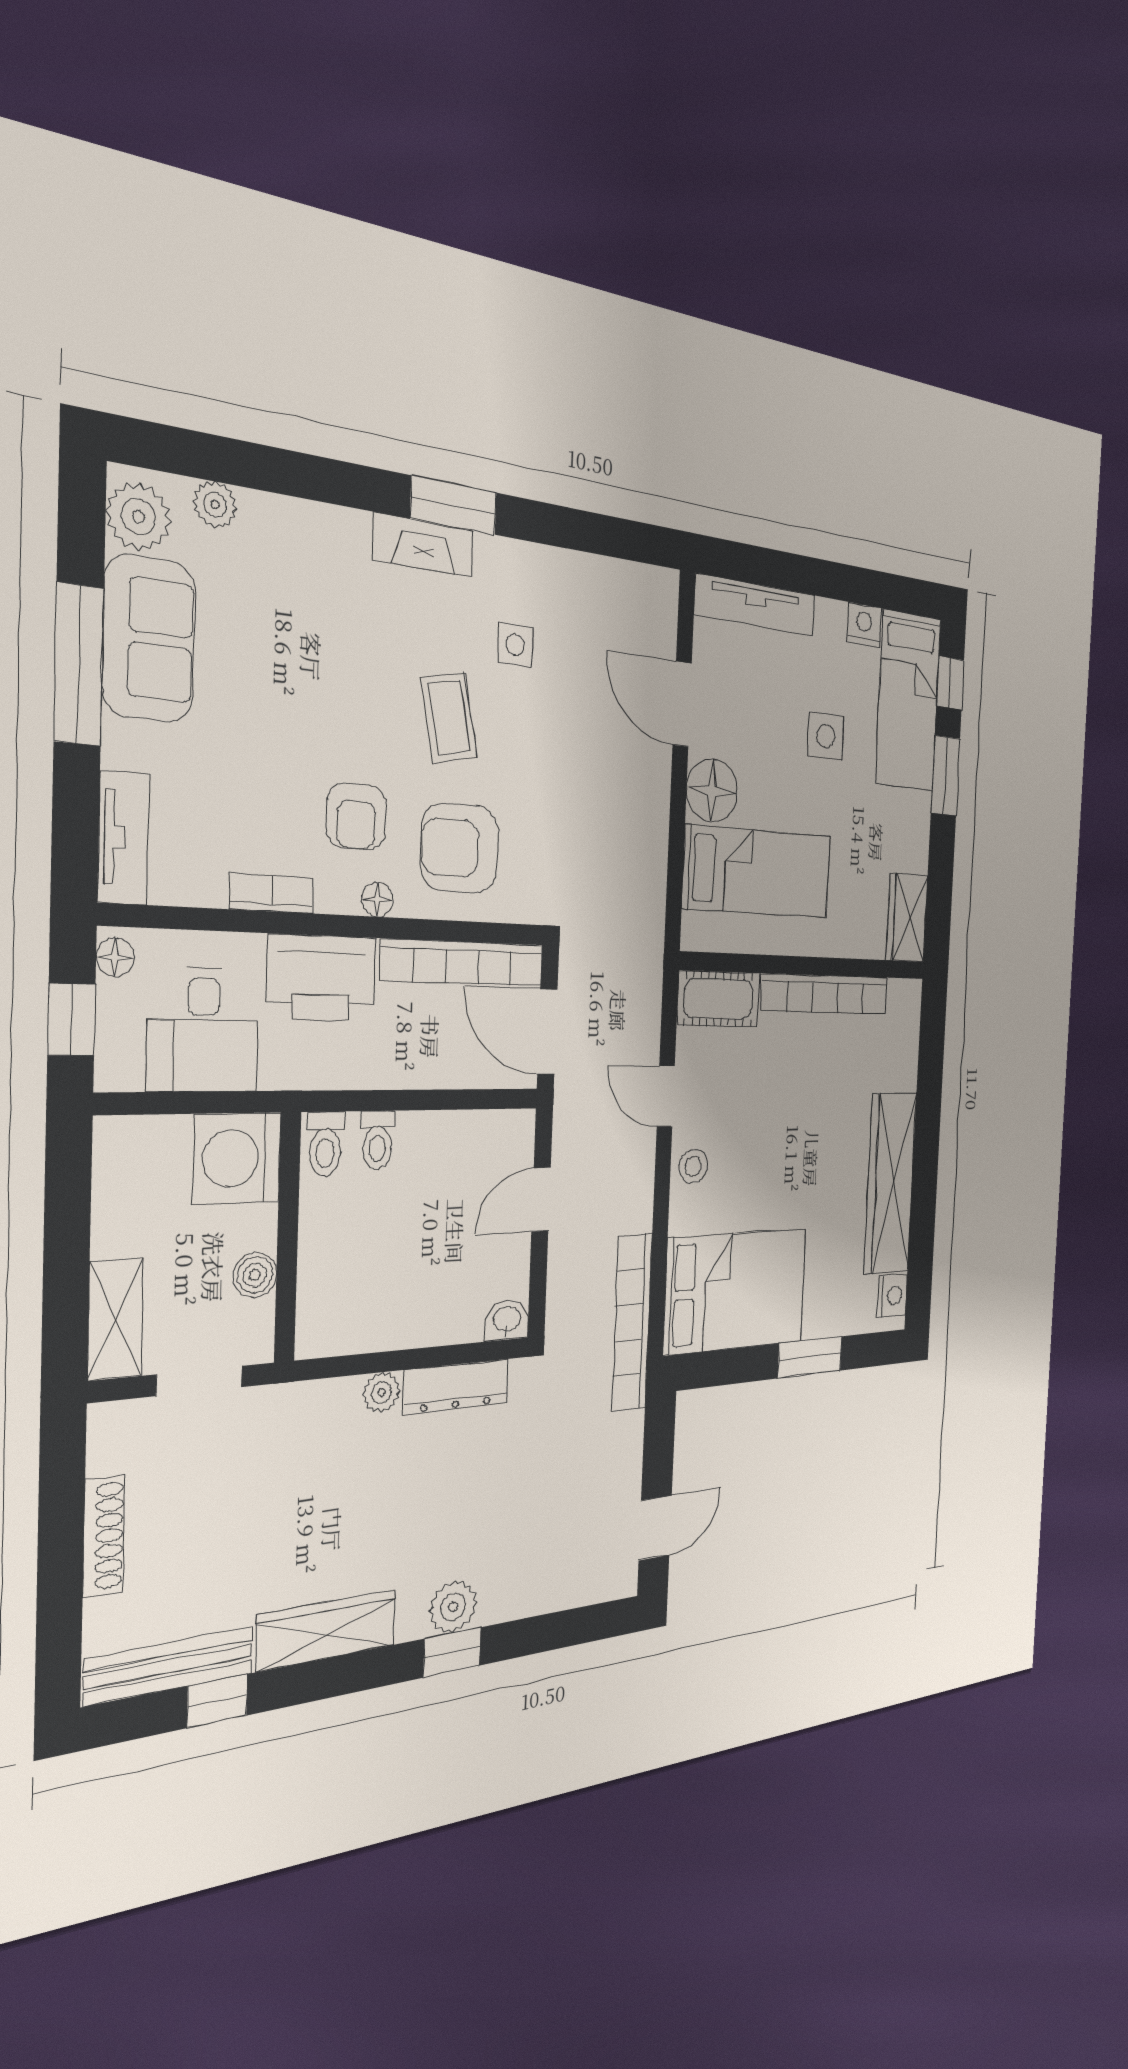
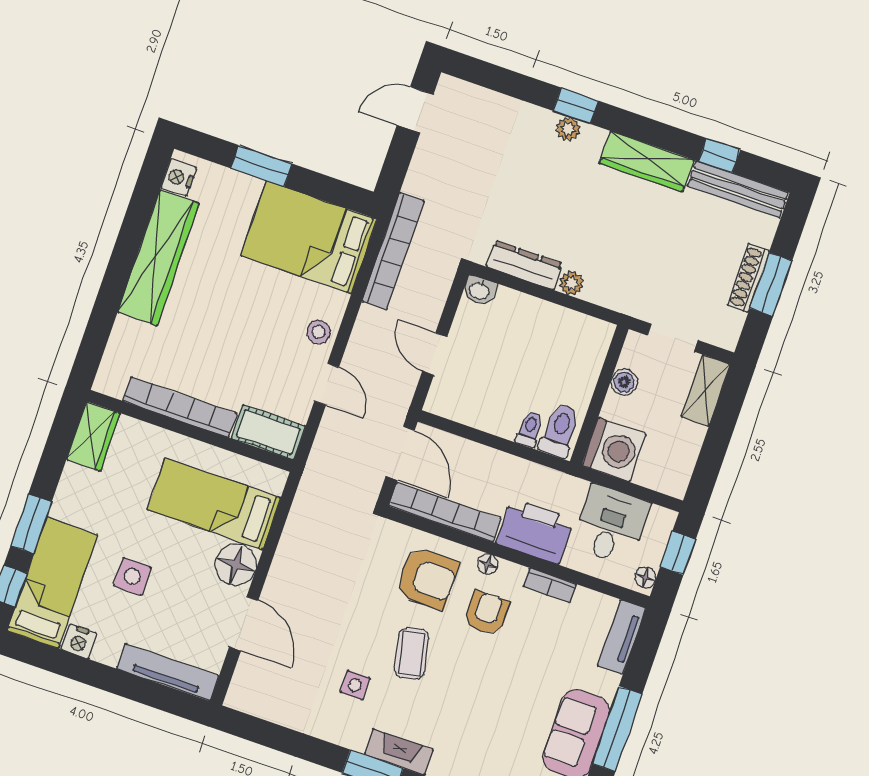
toilet: (325, 1144) -> (560, 430), width x1.37, depth x1.39
door: (541, 1200) -> (435, 354), swing flipped
window: (61, 1545) -> (771, 284), added
plant: (453, 1607) -> (568, 129), width x0.73, depth x0.73

